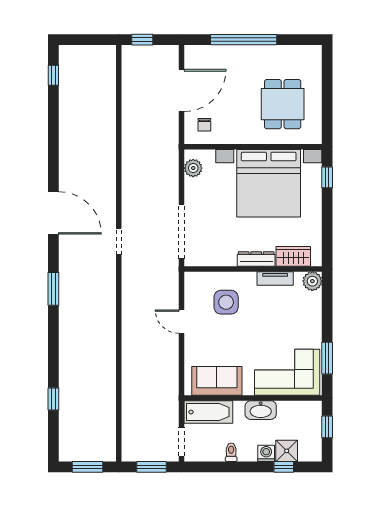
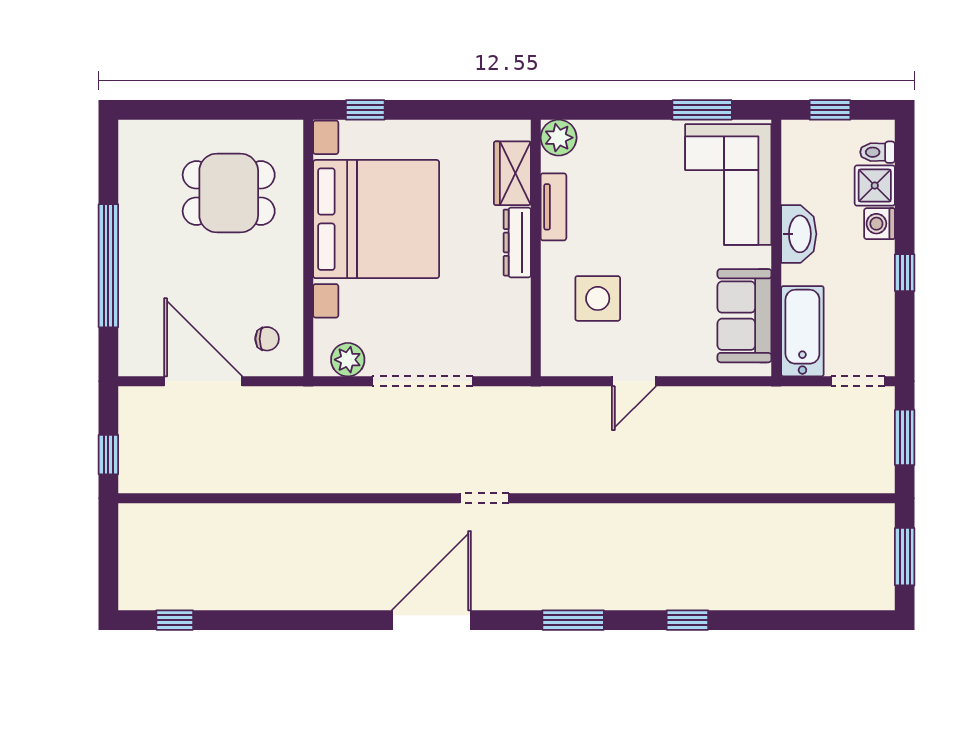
doorway: (182, 232) -> (422, 381), moved
window: (53, 399) -> (687, 620), moved
toilet: (231, 452) -> (877, 152), moved
window: (284, 467) -> (905, 273), moved

